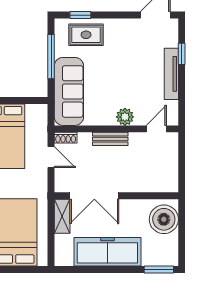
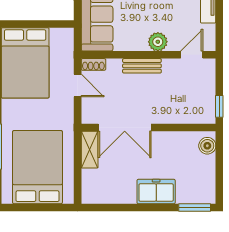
window: (182, 176) -> (219, 106), added
boiler: (164, 219) -> (207, 146), width x0.54, depth x0.54
freezer: (107, 252) -> (156, 192), width x0.52, depth x0.79

